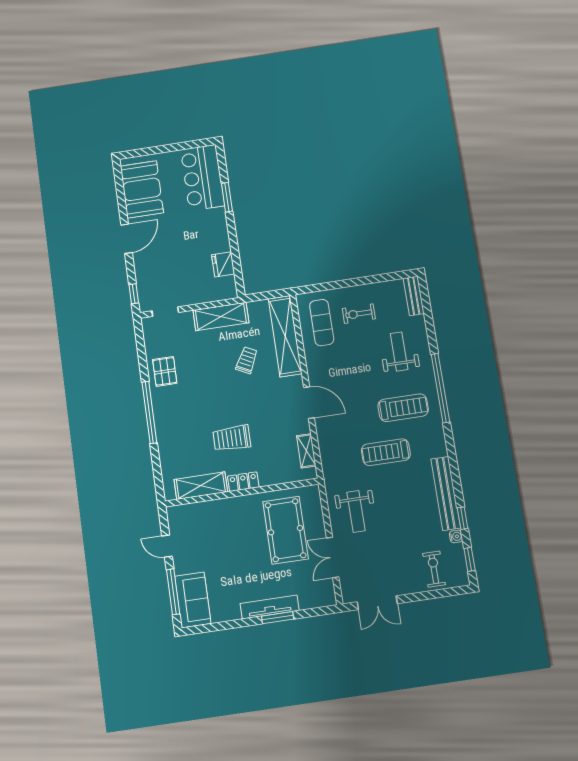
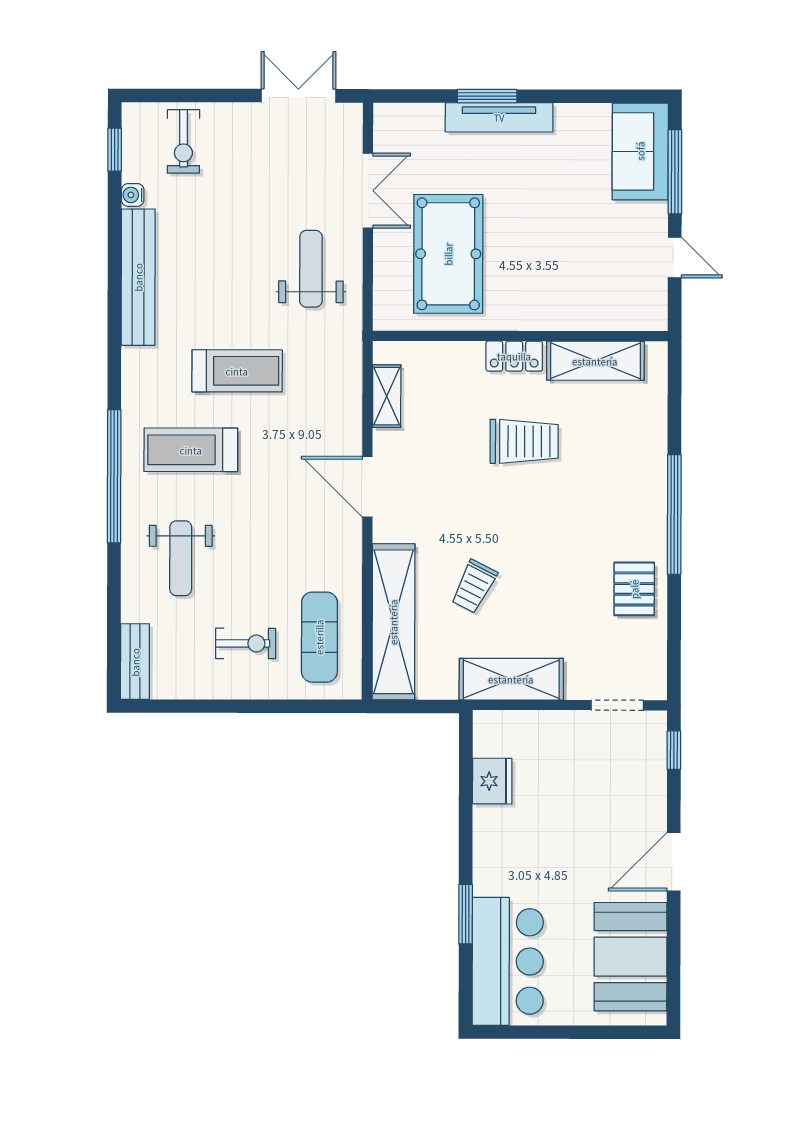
window: (463, 518) -> (115, 227), removed

